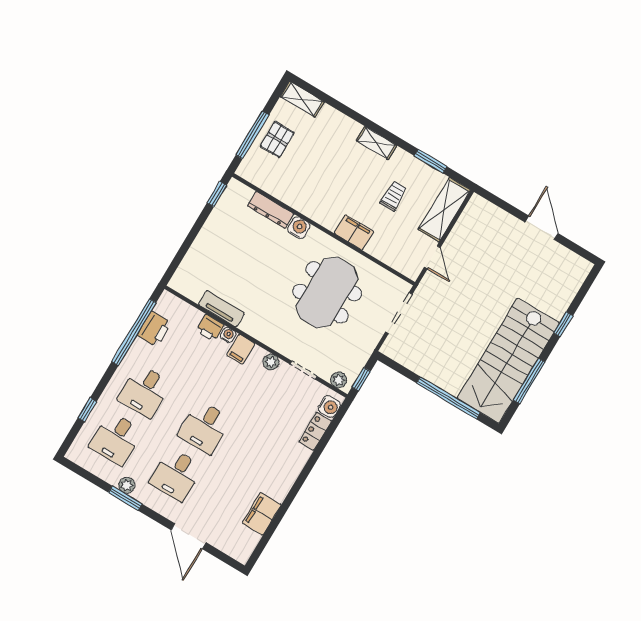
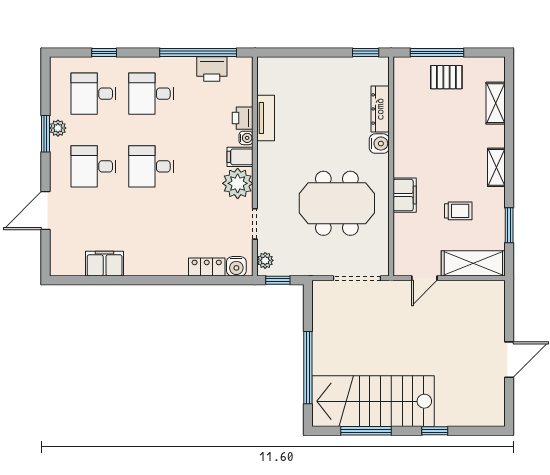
shelving: (302, 99) -> (496, 103), moved
plant: (271, 362) -> (238, 183), width x1.87, depth x1.87

